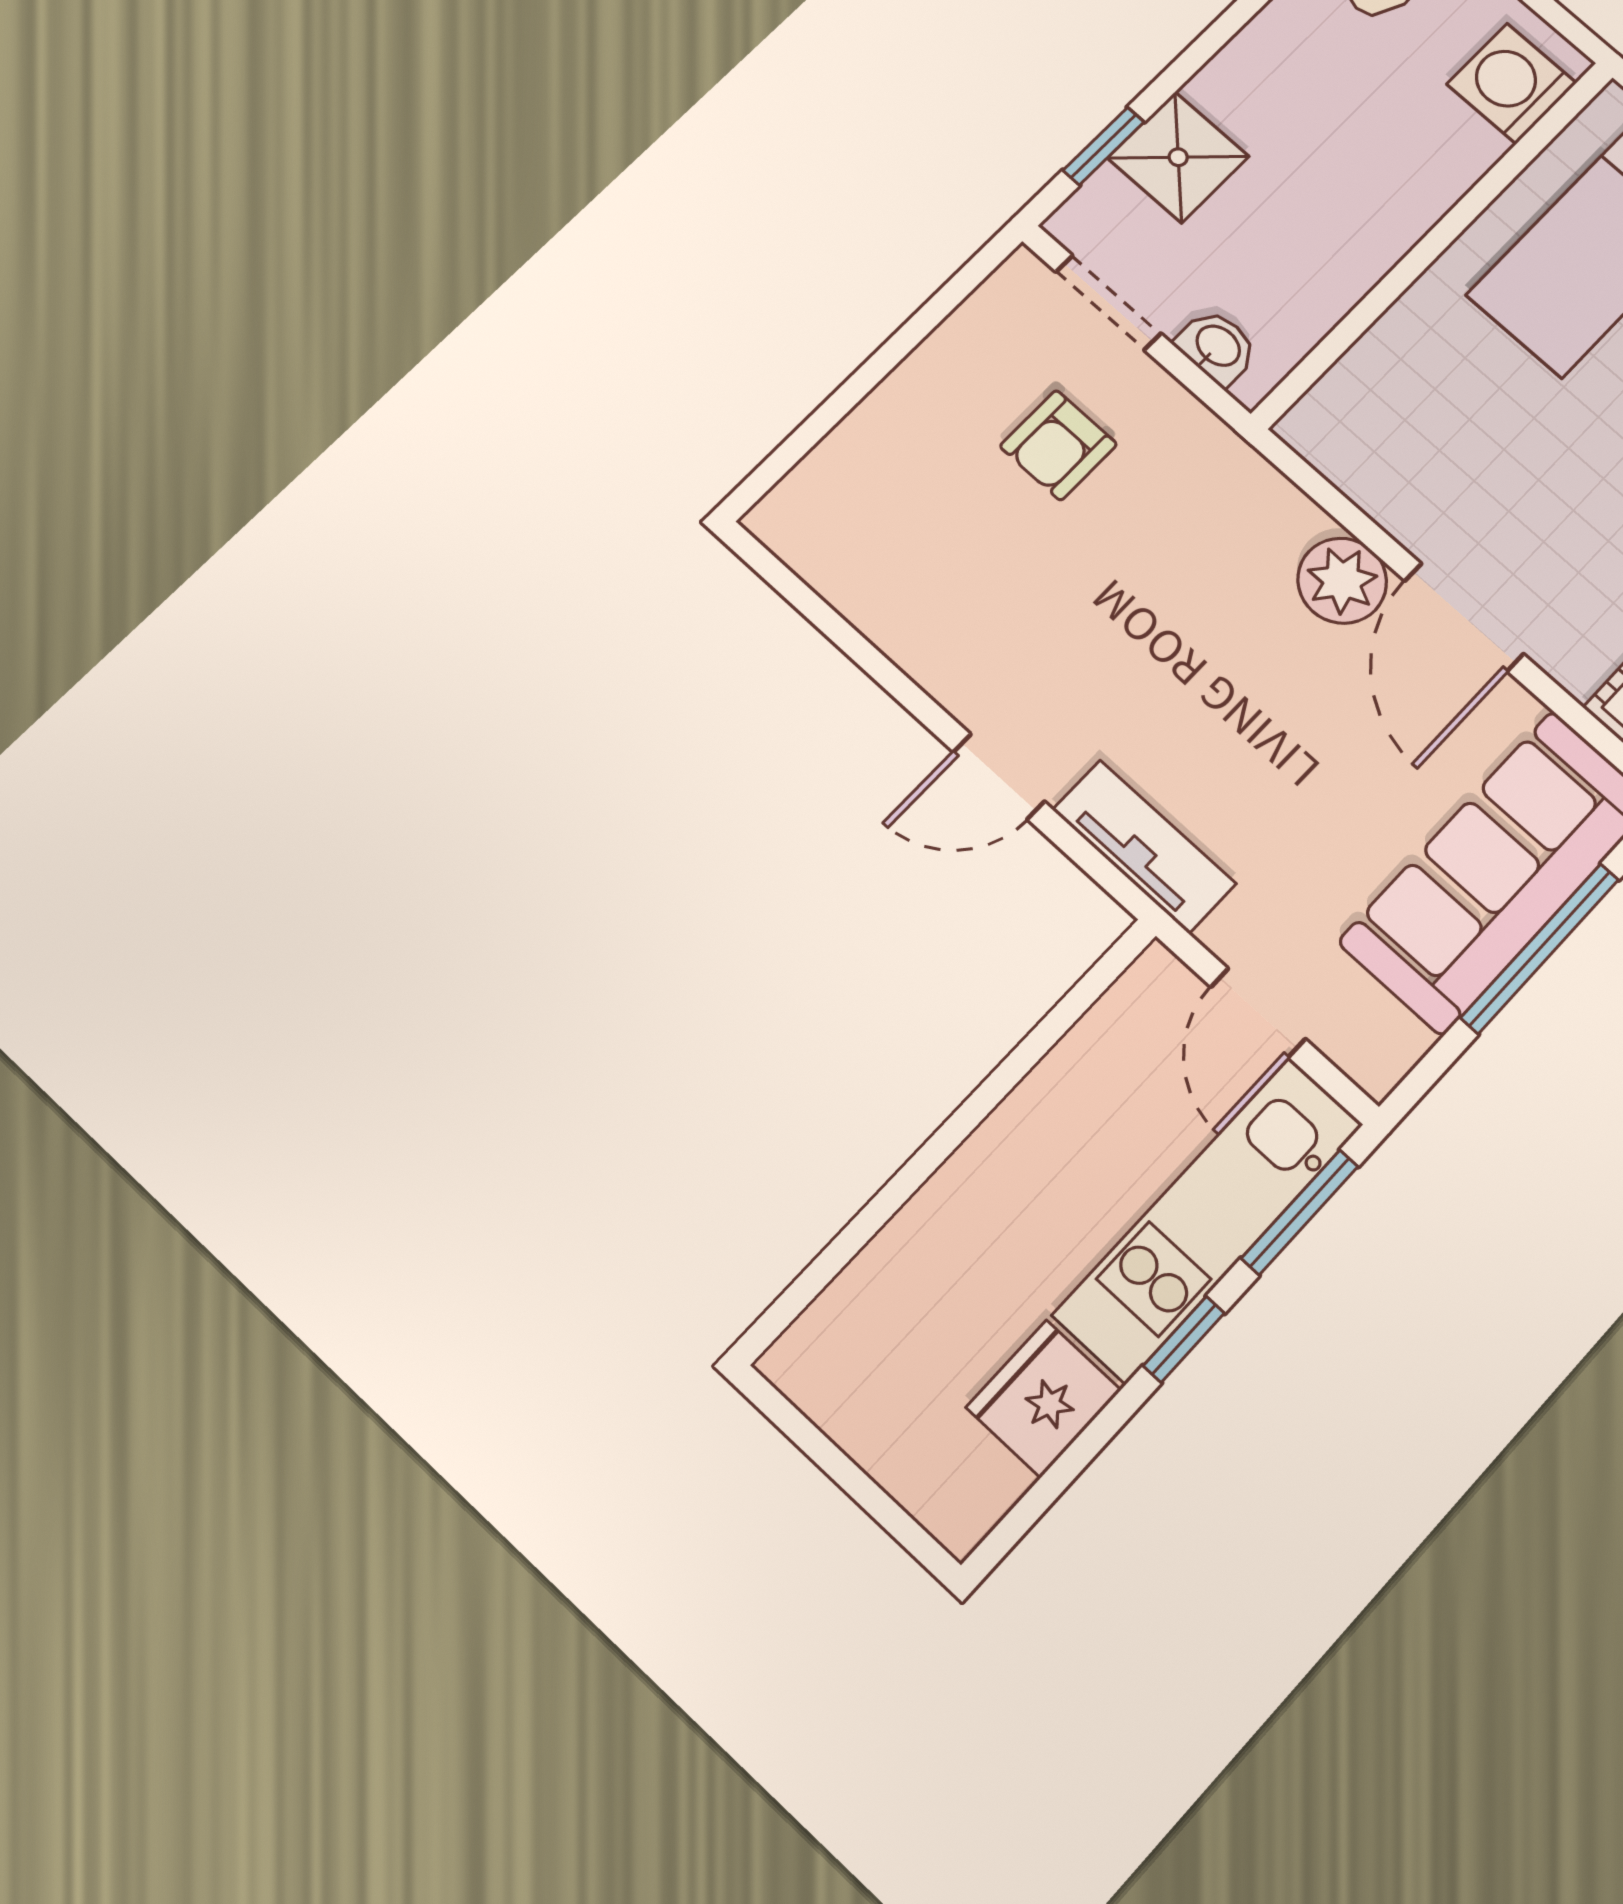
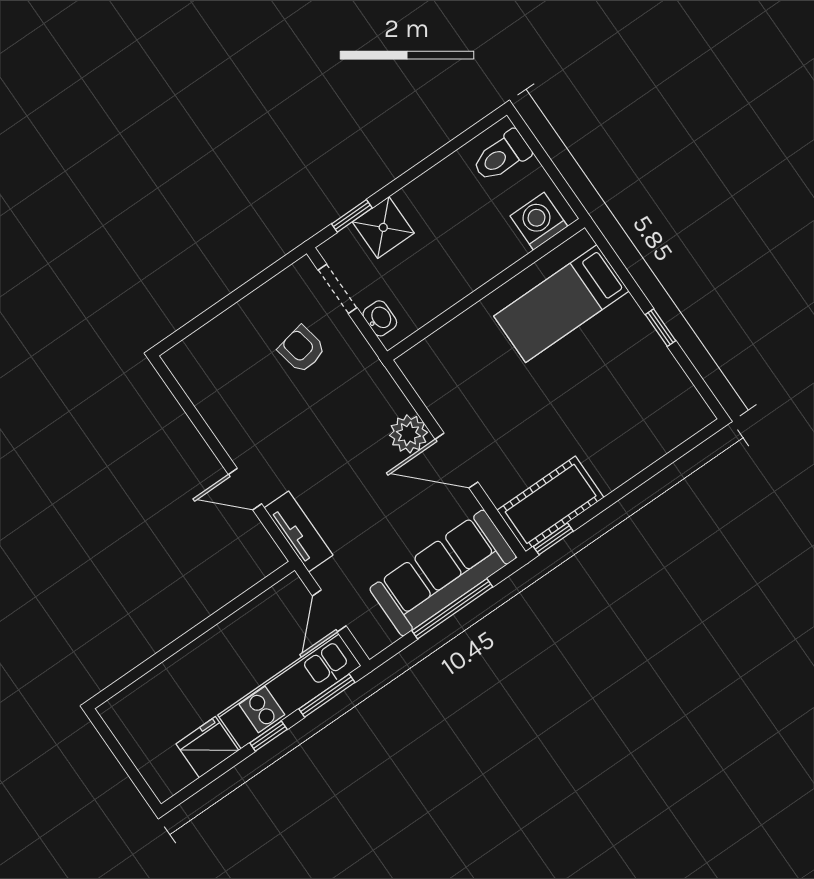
armchair: (1058, 445) -> (302, 349), turned 79
door: (1464, 617) -> (456, 461), hinge flipped

